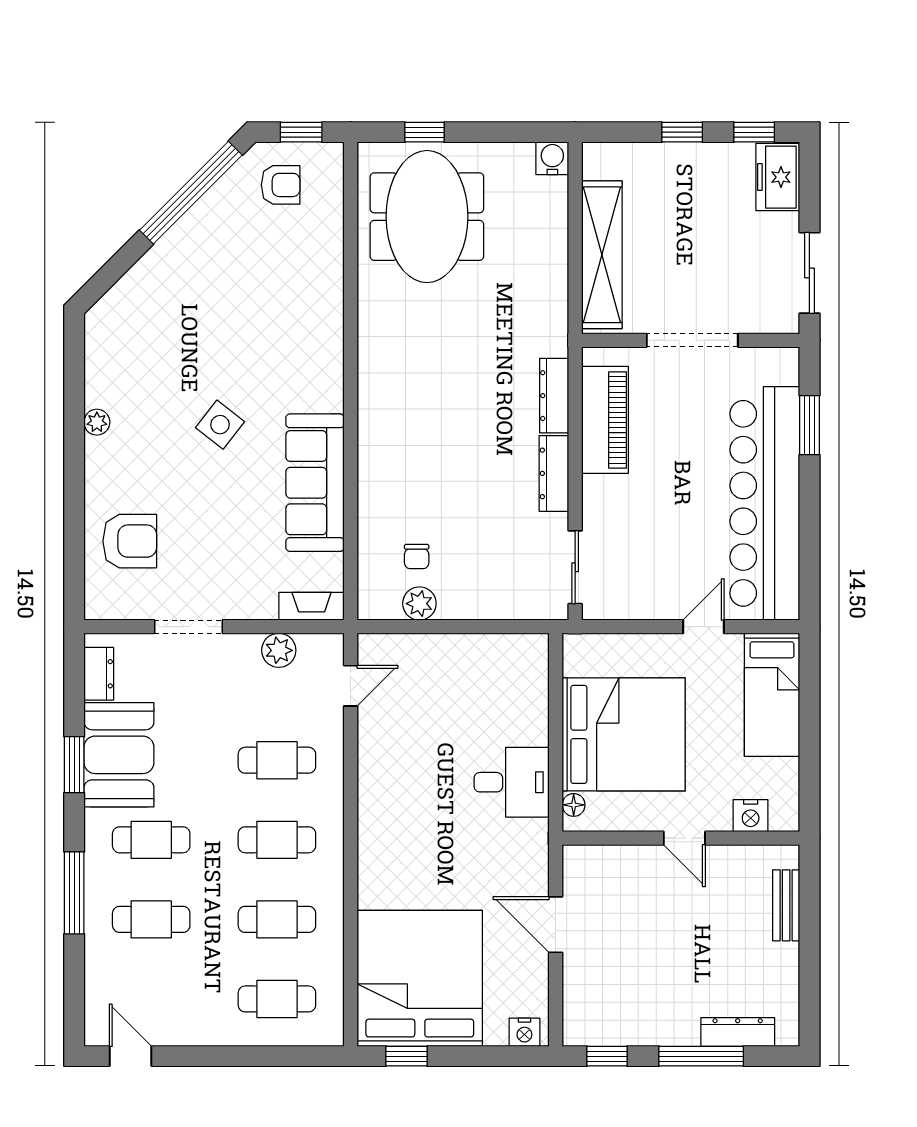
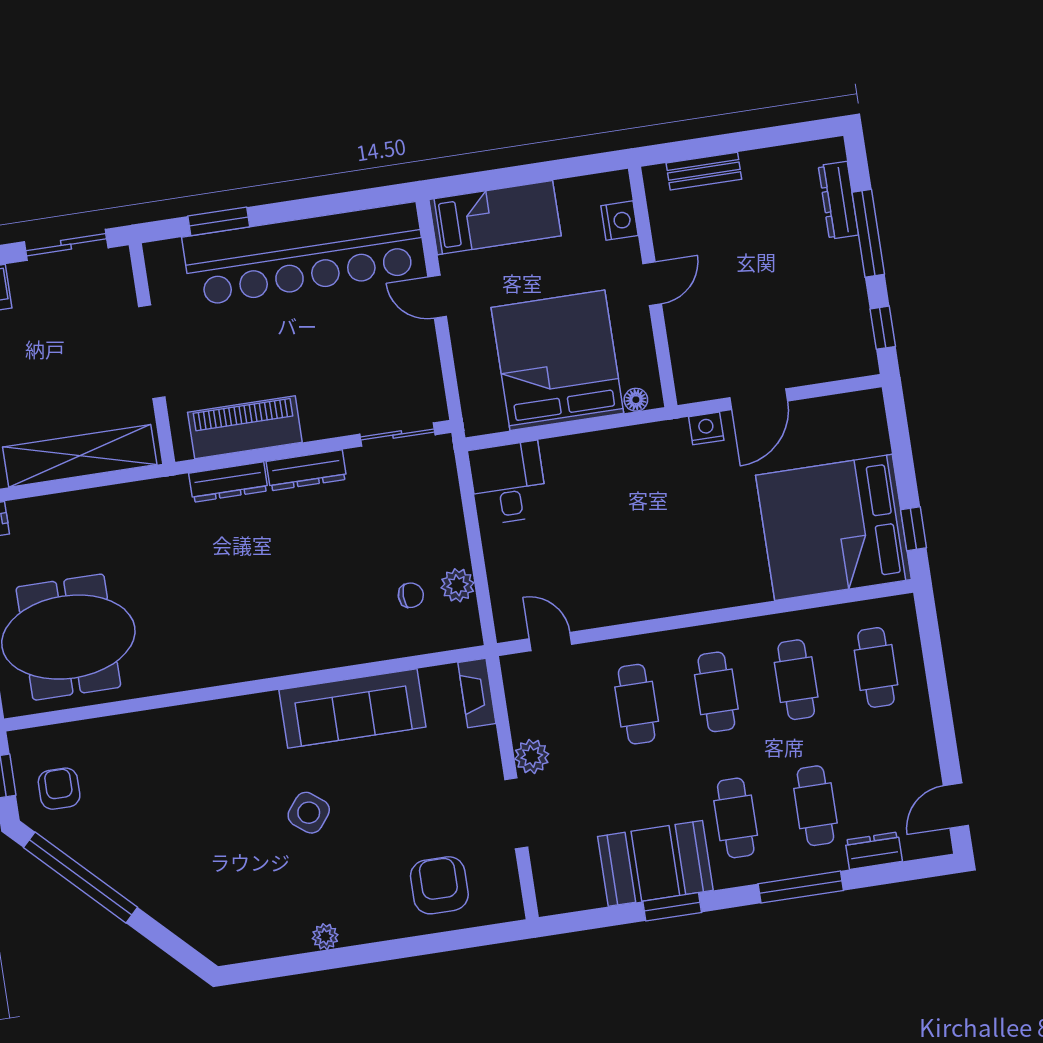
plant: (279, 650) -> (532, 756), moved
dresser: (99, 674) -> (874, 851), moved
desk: (512, 782) -> (508, 483), moved
nightstand: (524, 1032) -> (706, 428), moved, turned -90

